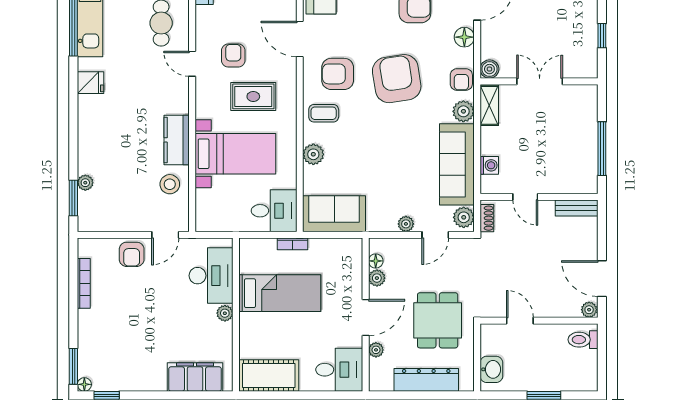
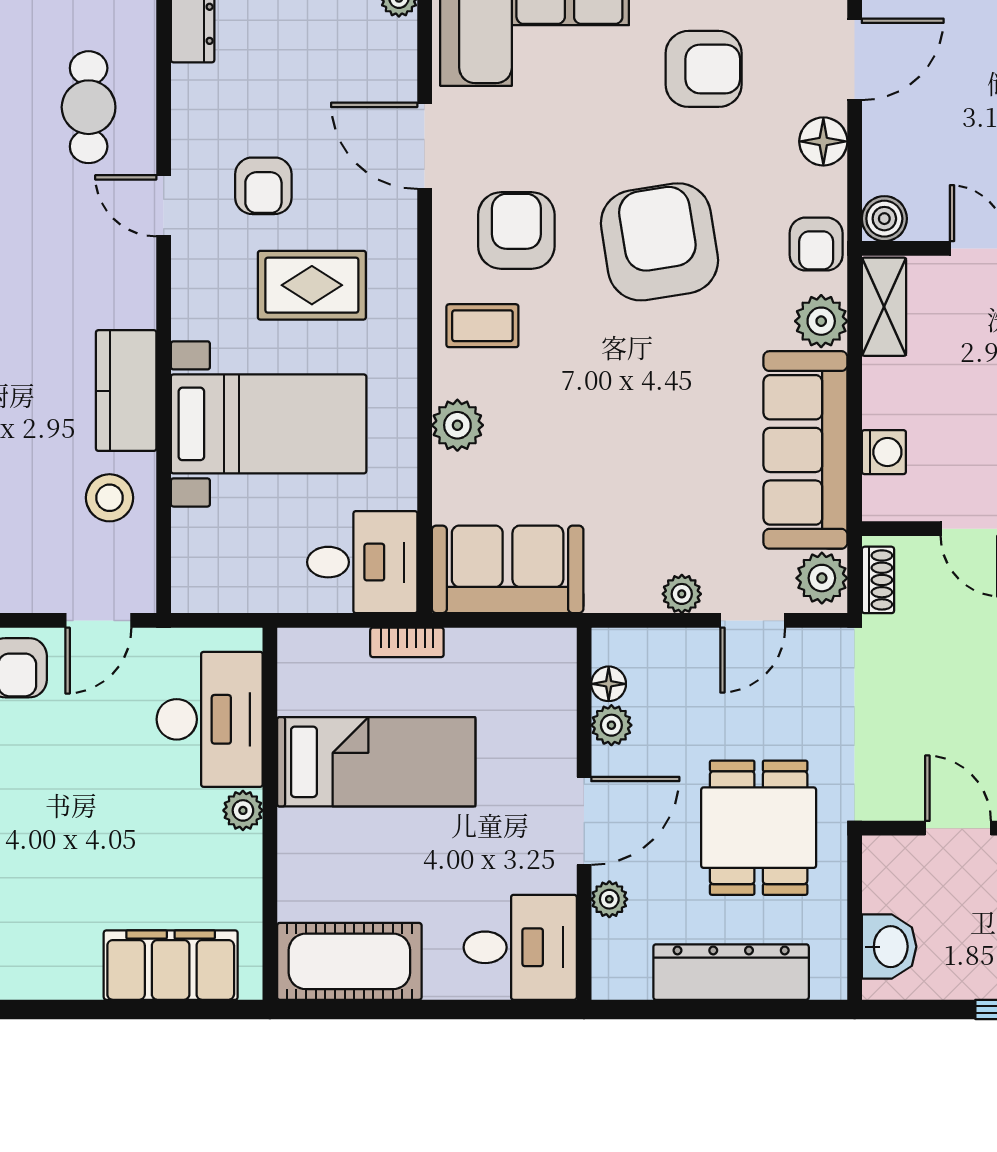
armchair: (233, 55) -> (263, 186), turned 180
armchair: (338, 74) -> (516, 231), turned 90

